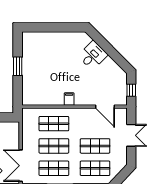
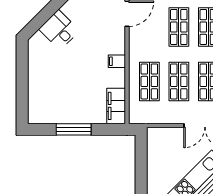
window: (18, 66) -> (74, 129), width x1.44
filing cabinet: (35, 98) -> (116, 106), added

